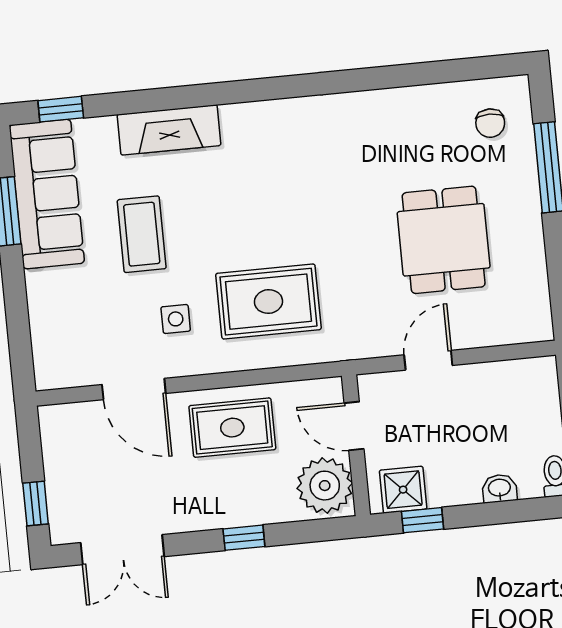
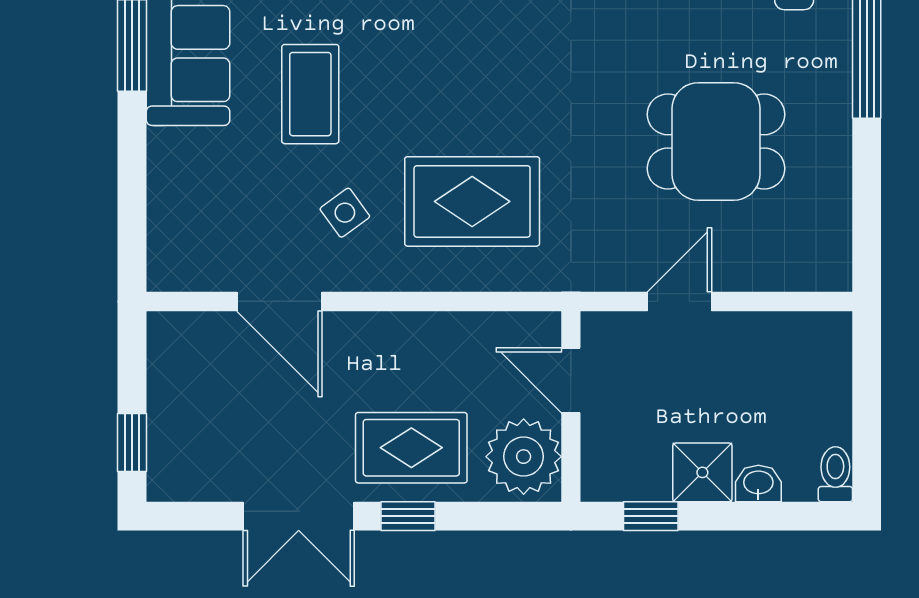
dining table: (444, 240) -> (716, 141), turned 90
side table: (176, 319) -> (345, 213), turned -36
rug: (232, 428) -> (411, 448), moved
shower: (403, 490) -> (702, 472), moved
double door: (122, 550) -> (299, 516), moved

